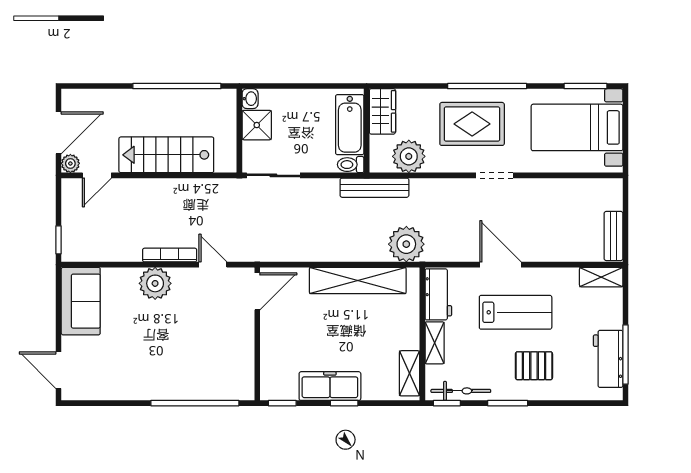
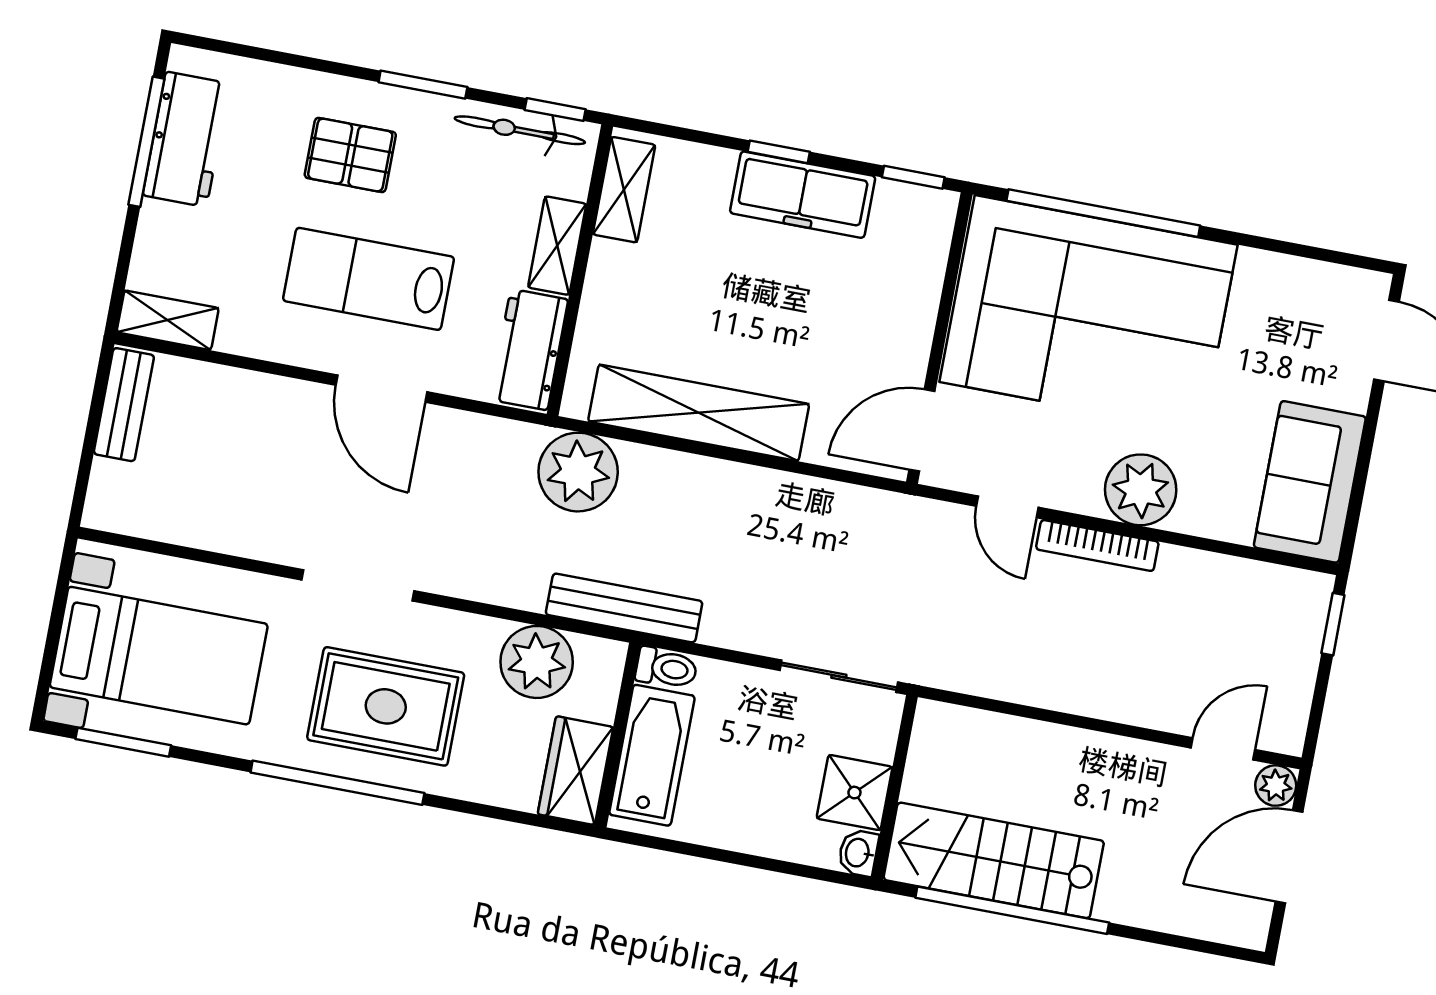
stairs: (166, 155) -> (994, 860), moved, turned 180
doorway: (494, 175) -> (358, 585), width x1.38
corner sofa: (193, 357) -> (1089, 313), added

